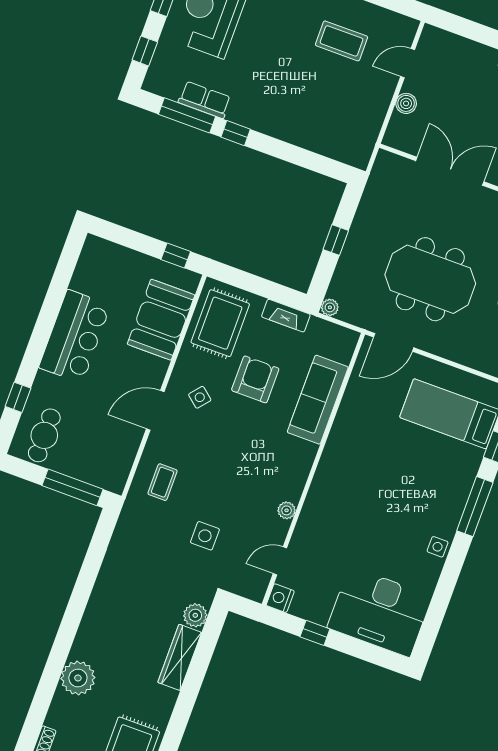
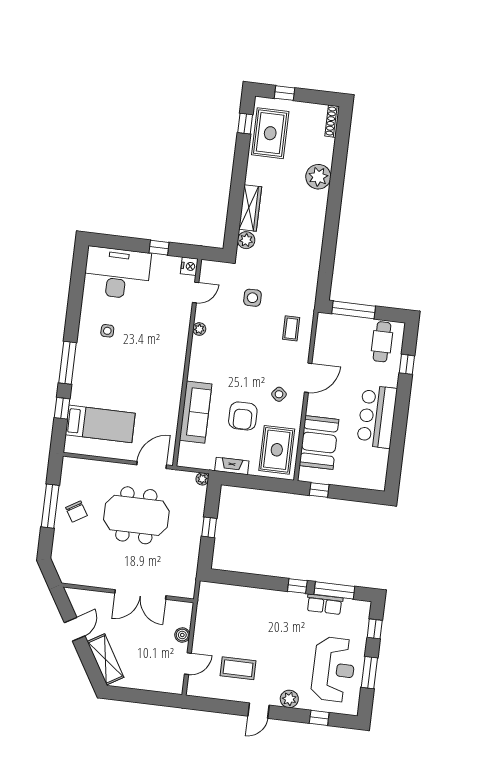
side table: (438, 547) -> (107, 331), moved

